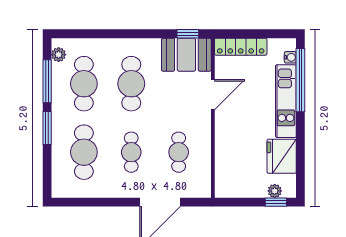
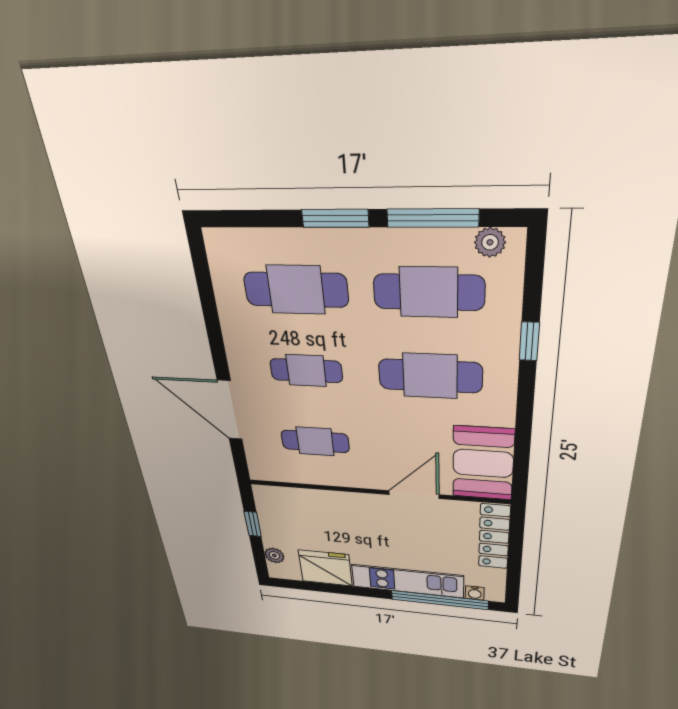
window: (188, 34) -> (529, 341), moved
door: (213, 95) -> (414, 495), swing flipped
window: (276, 202) -> (253, 524), moved

